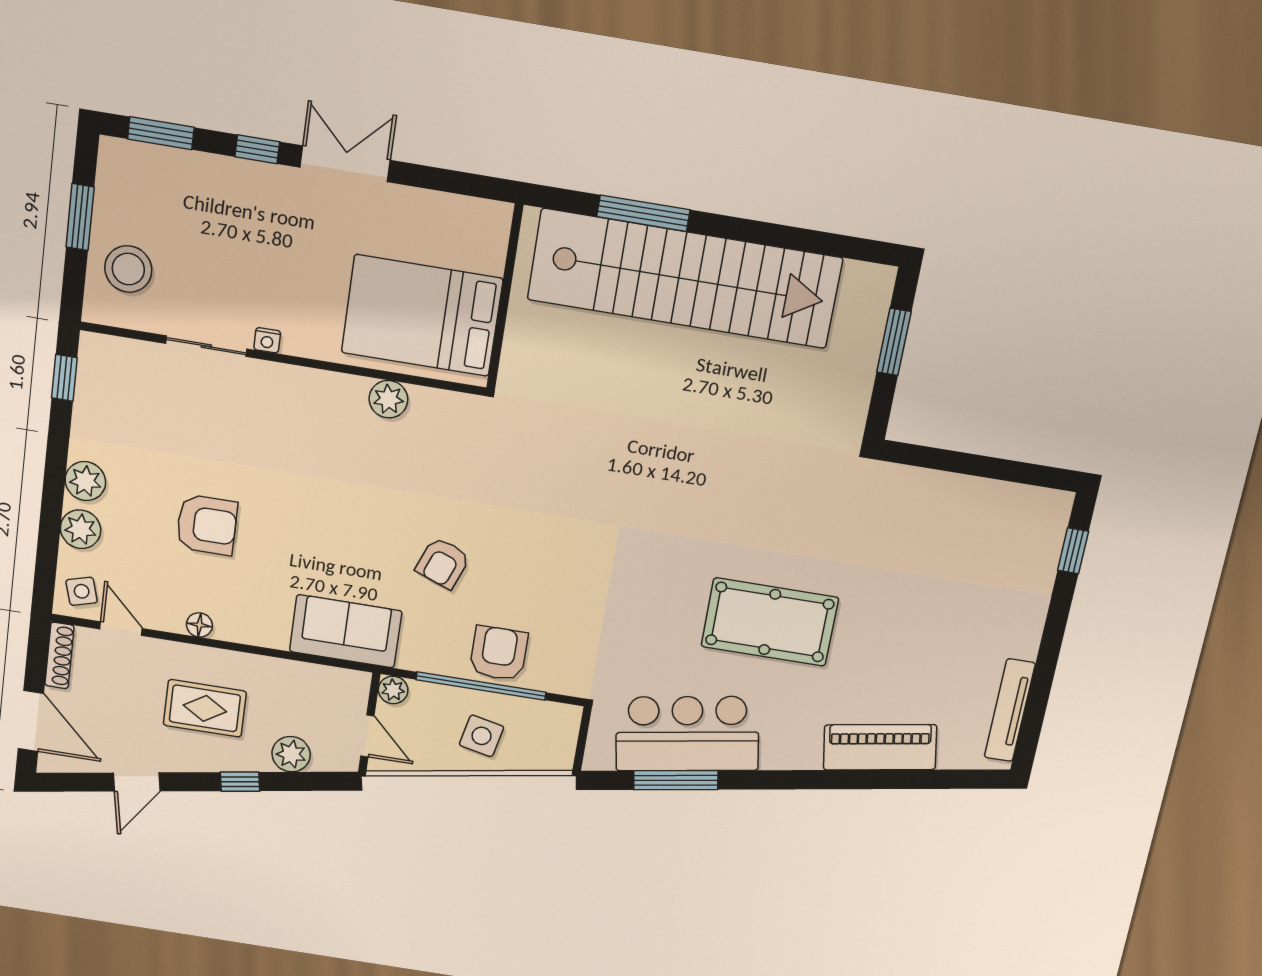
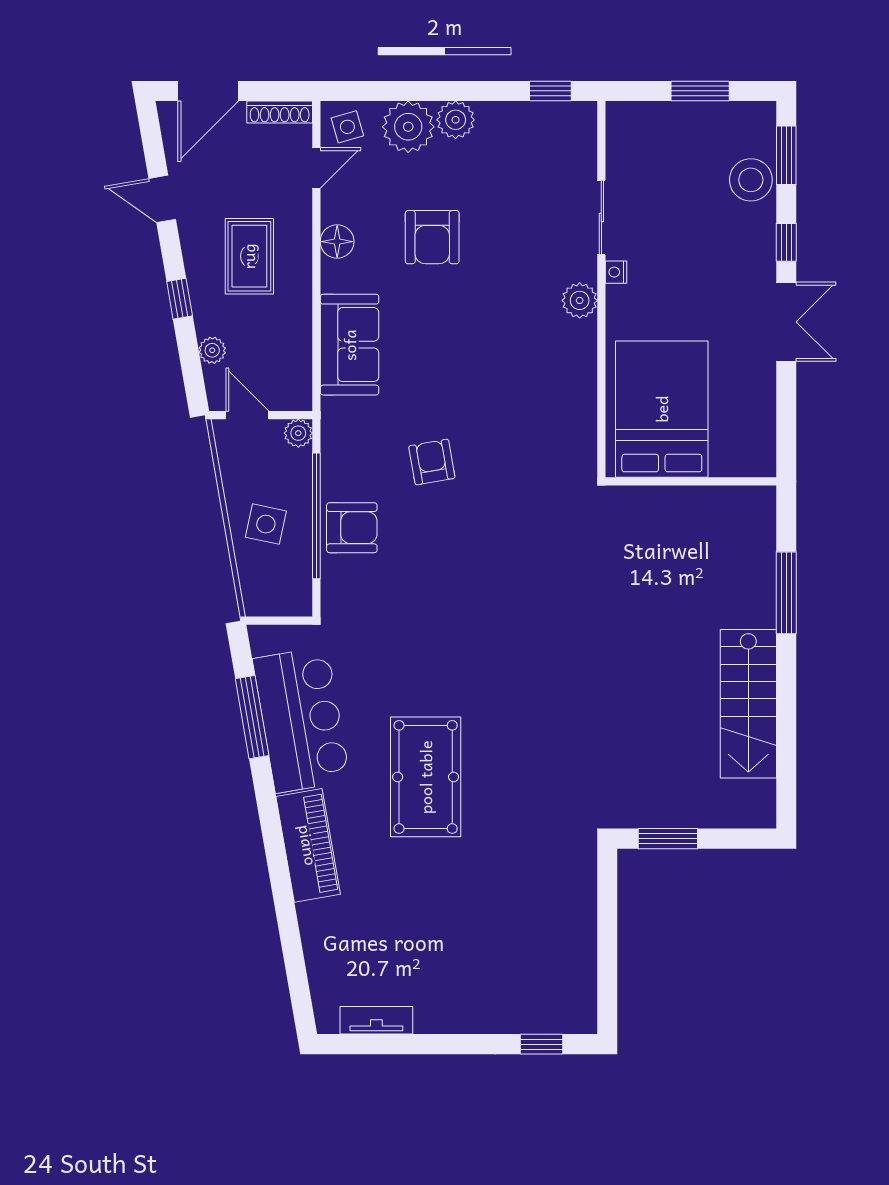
stool: (128, 269) -> (751, 180), moved
stairs: (685, 279) -> (748, 704), width x0.54, depth x0.66
window: (894, 342) -> (668, 839), moved
plant: (388, 399) -> (580, 300), moved
plant: (81, 529) -> (408, 127), width x1.36, depth x1.36
armchair: (443, 563) -> (432, 462), turned 59
floor lamp: (199, 625) -> (337, 242), width x1.37, depth x1.37
sofa: (346, 631) -> (350, 345), moved
tv unit: (1010, 710) -> (376, 1020), width x0.71
door: (367, 736) -> (247, 415), swing flipped
piano: (880, 747) -> (308, 845), moved
plant: (291, 754) -> (212, 350), width x0.73, depth x0.73

